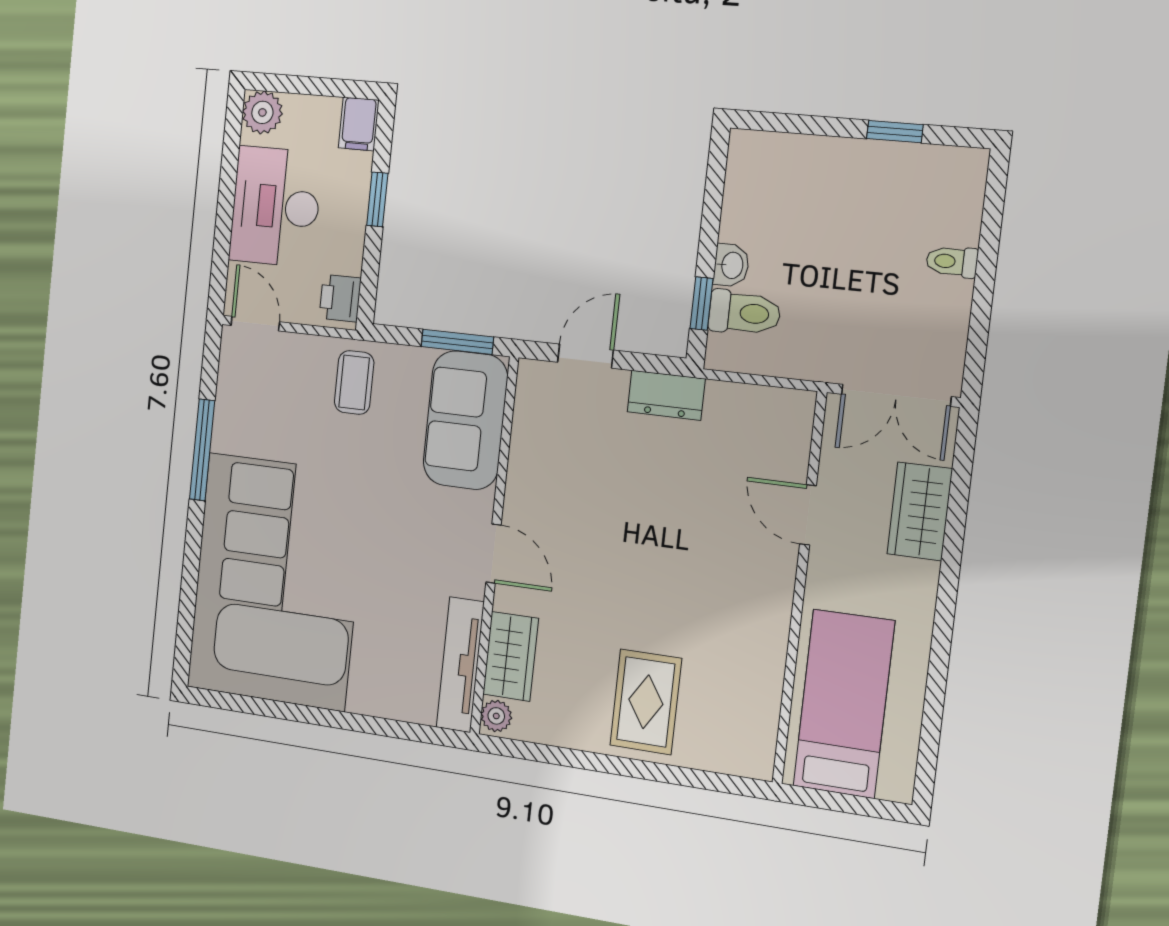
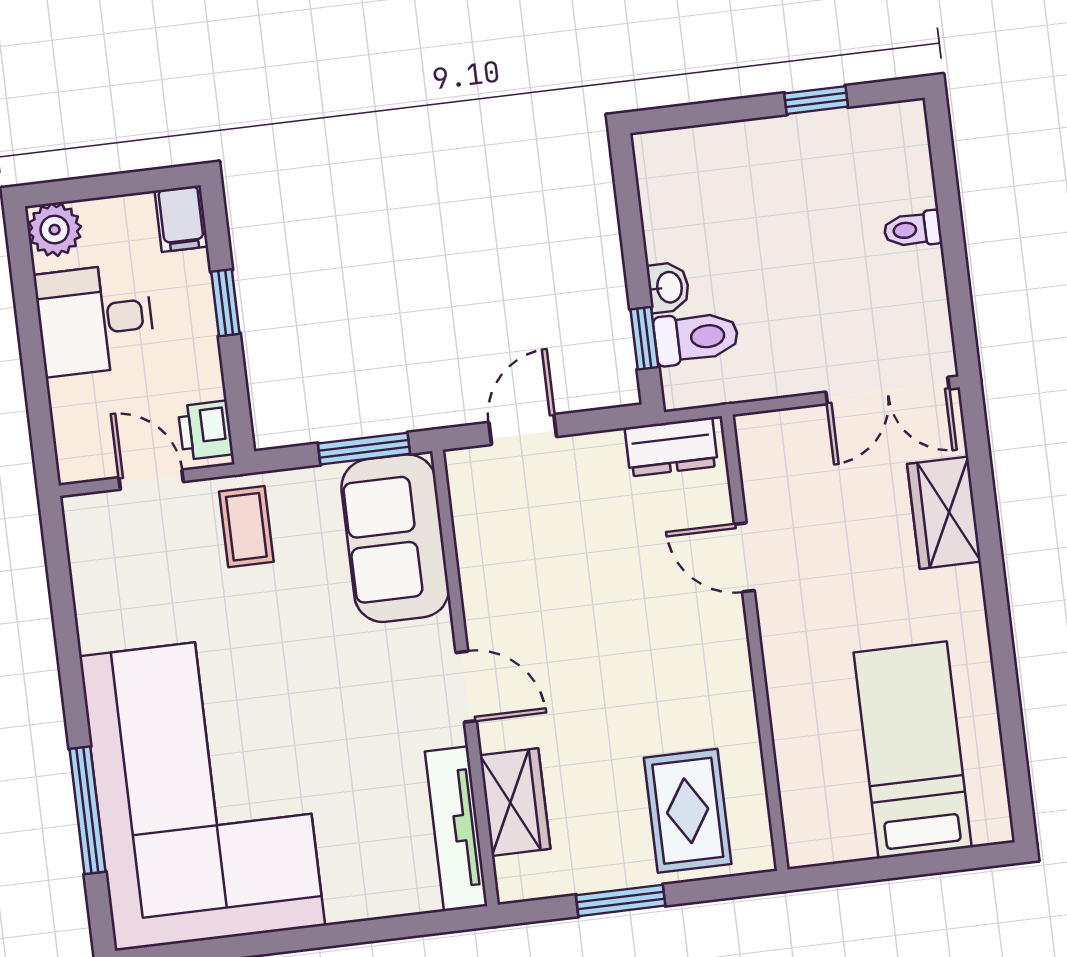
desk: (275, 207) -> (95, 320), width x0.73
door: (255, 324) -> (151, 480), moved
dresser: (666, 395) -> (671, 447), moved
window: (202, 450) -> (87, 810), moved
door: (808, 515) -> (744, 557), moved
wall: (799, 588) -> (755, 643), moved
plant: (496, 716) -> (514, 877), removed
window: (575, 759) -> (621, 900), added

